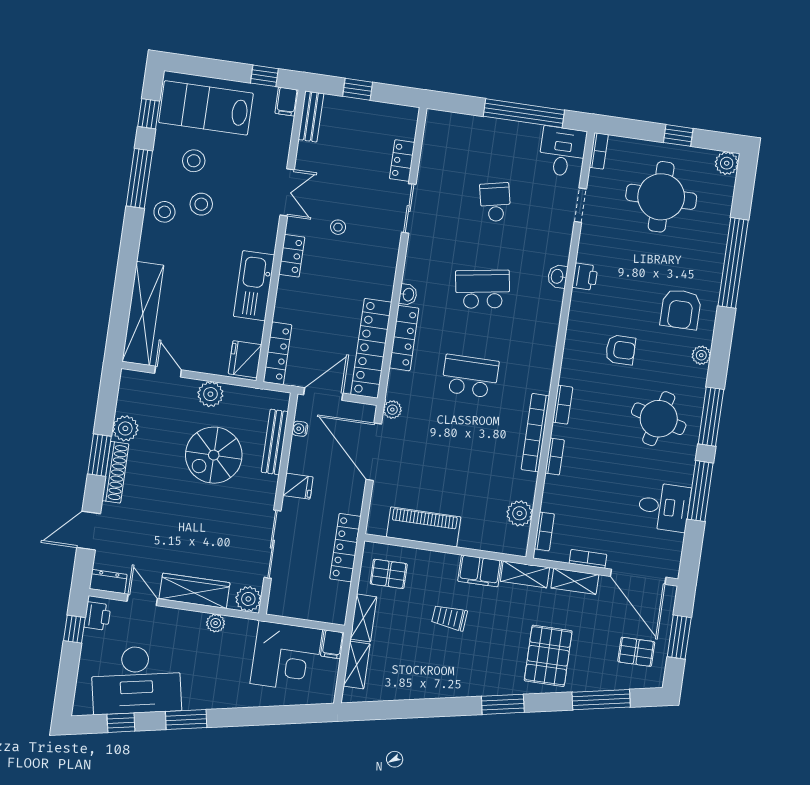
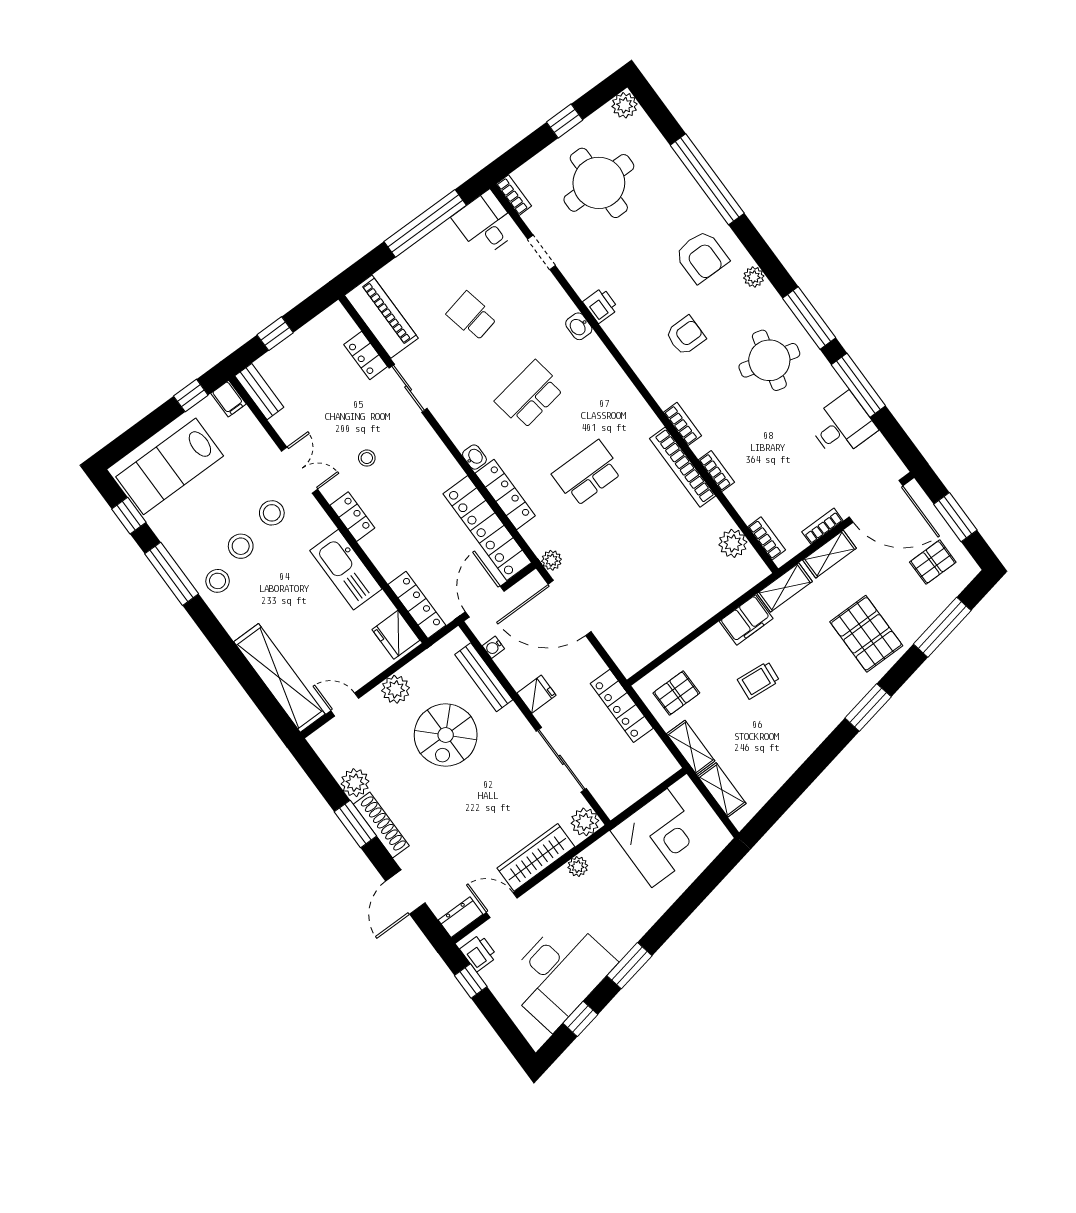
stool: (194, 161) -> (272, 513), moved
piano: (424, 527) -> (381, 317), moved, turned 90
filing cabinet: (332, 644) -> (687, 792), removed

